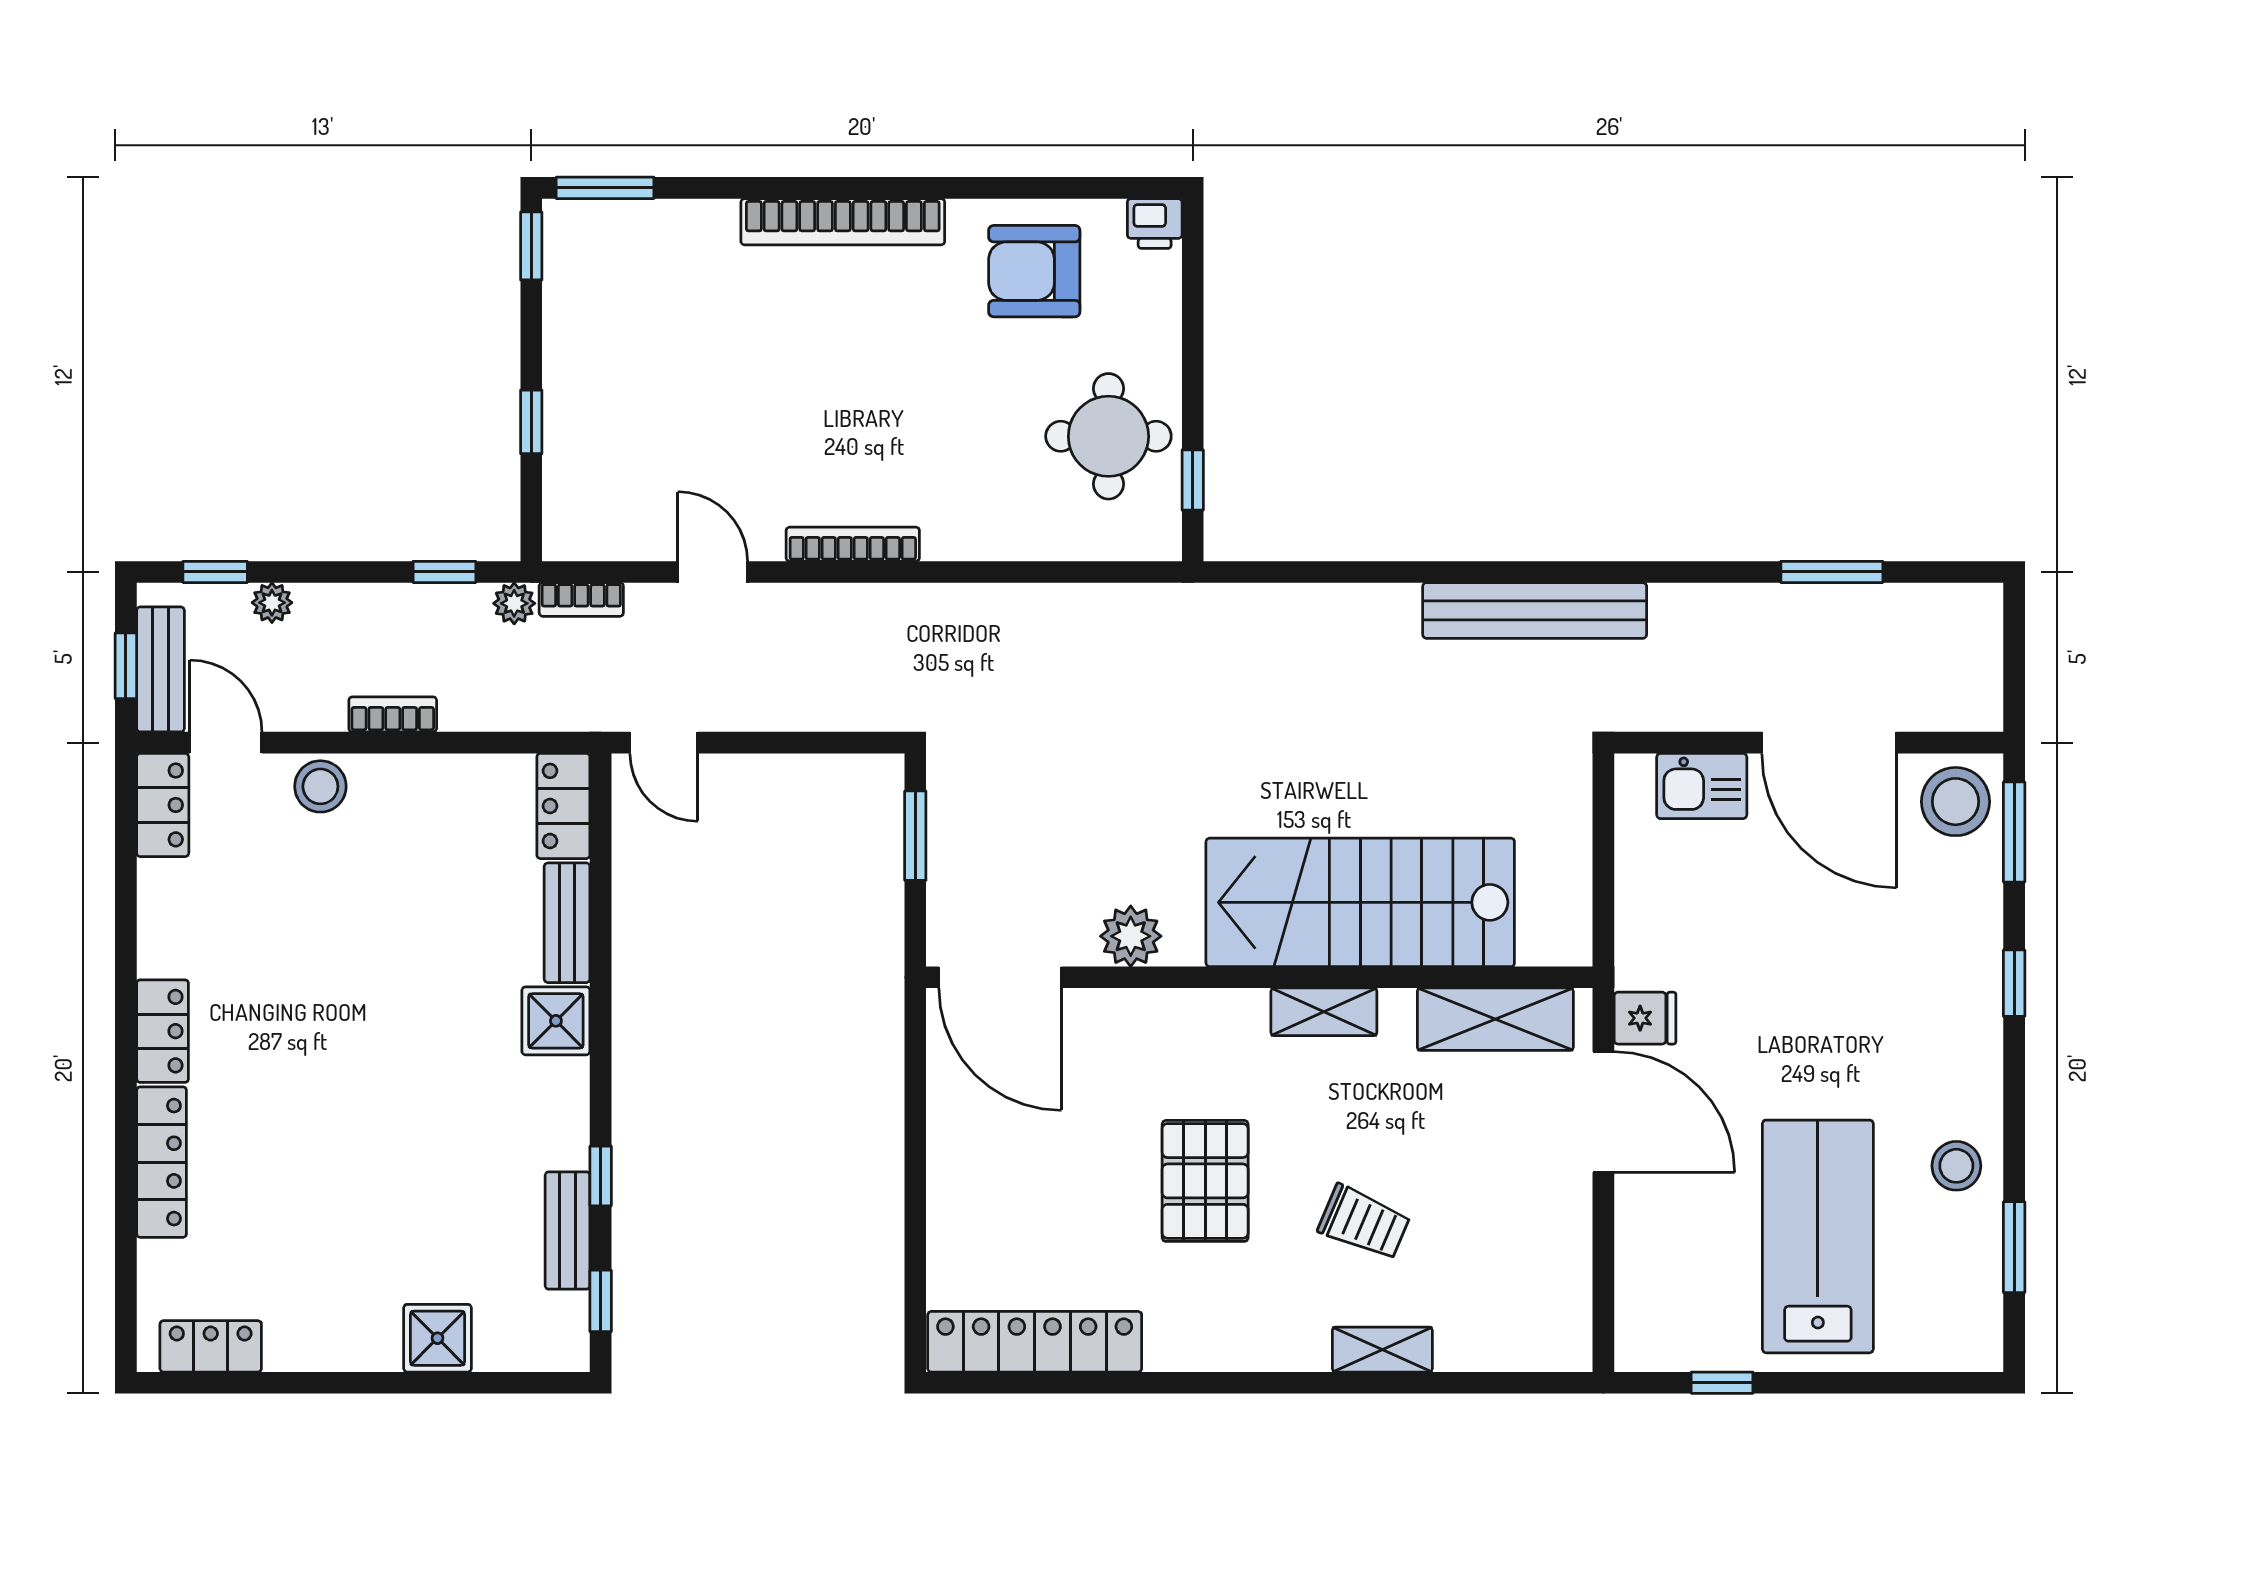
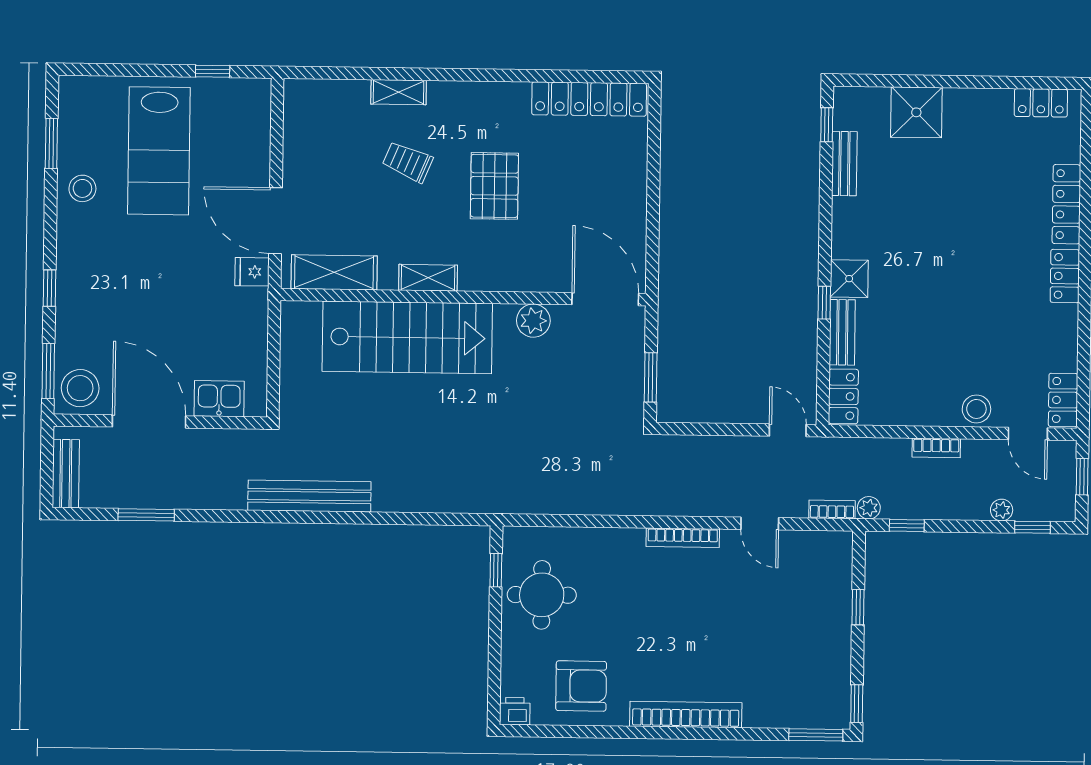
bench: (160, 669) -> (66, 474), moved
window: (601, 1176) -> (824, 303), moved
shower: (438, 1338) -> (916, 112), width x1.36, depth x1.36

